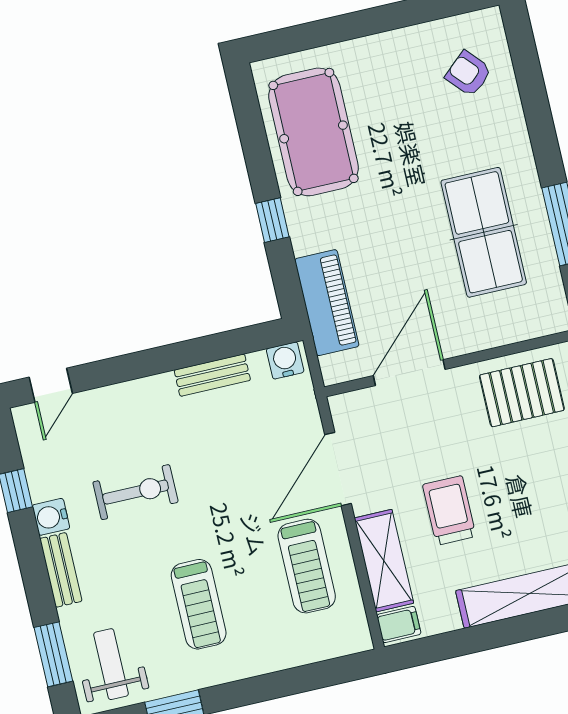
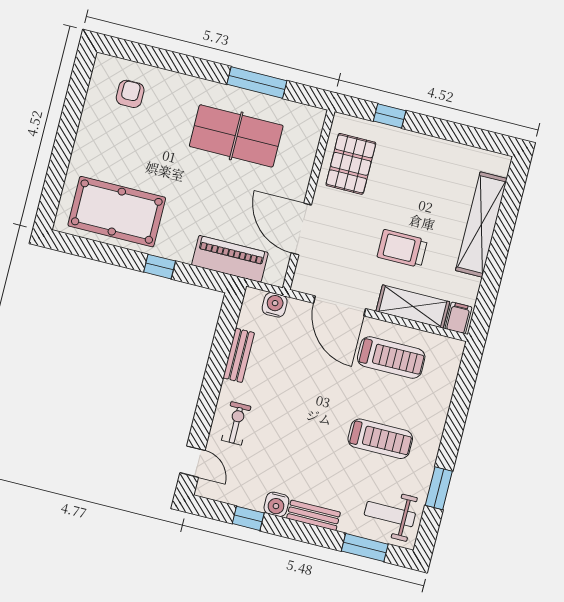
armchair: (468, 74) -> (130, 94), turned 132
water cooler: (285, 360) -> (275, 305), moved, turned 90
exercise bike: (136, 492) -> (236, 423), moved, width x0.73, depth x0.72

